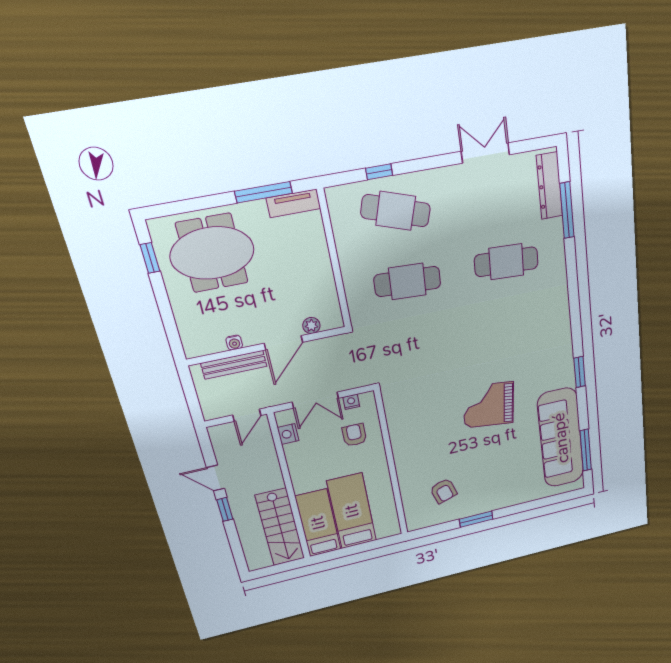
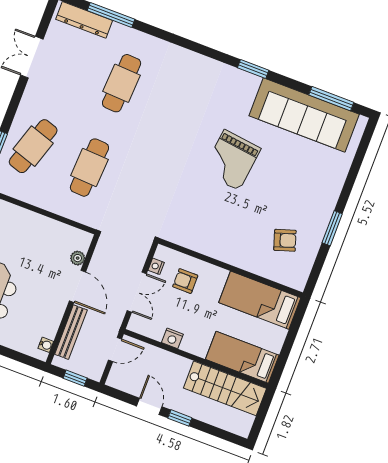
water cooler: (234, 343) -> (46, 345), moved
window: (191, 397) -> (75, 378), added
door: (247, 415) -> (115, 350), hinge flipped
nightstand: (288, 434) -> (172, 338), moved
door: (216, 478) -> (149, 406), swing flipped
bed: (352, 511) -> (260, 300), moved

